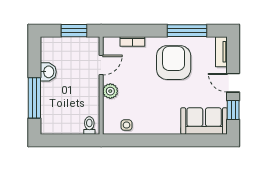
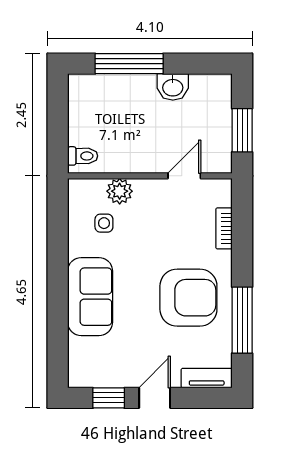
door: (101, 65) -> (184, 176), swing flipped
plant: (110, 91) -> (120, 191), moved
sofa: (204, 121) -> (90, 297), moved
side table: (126, 125) -> (104, 223), moved

